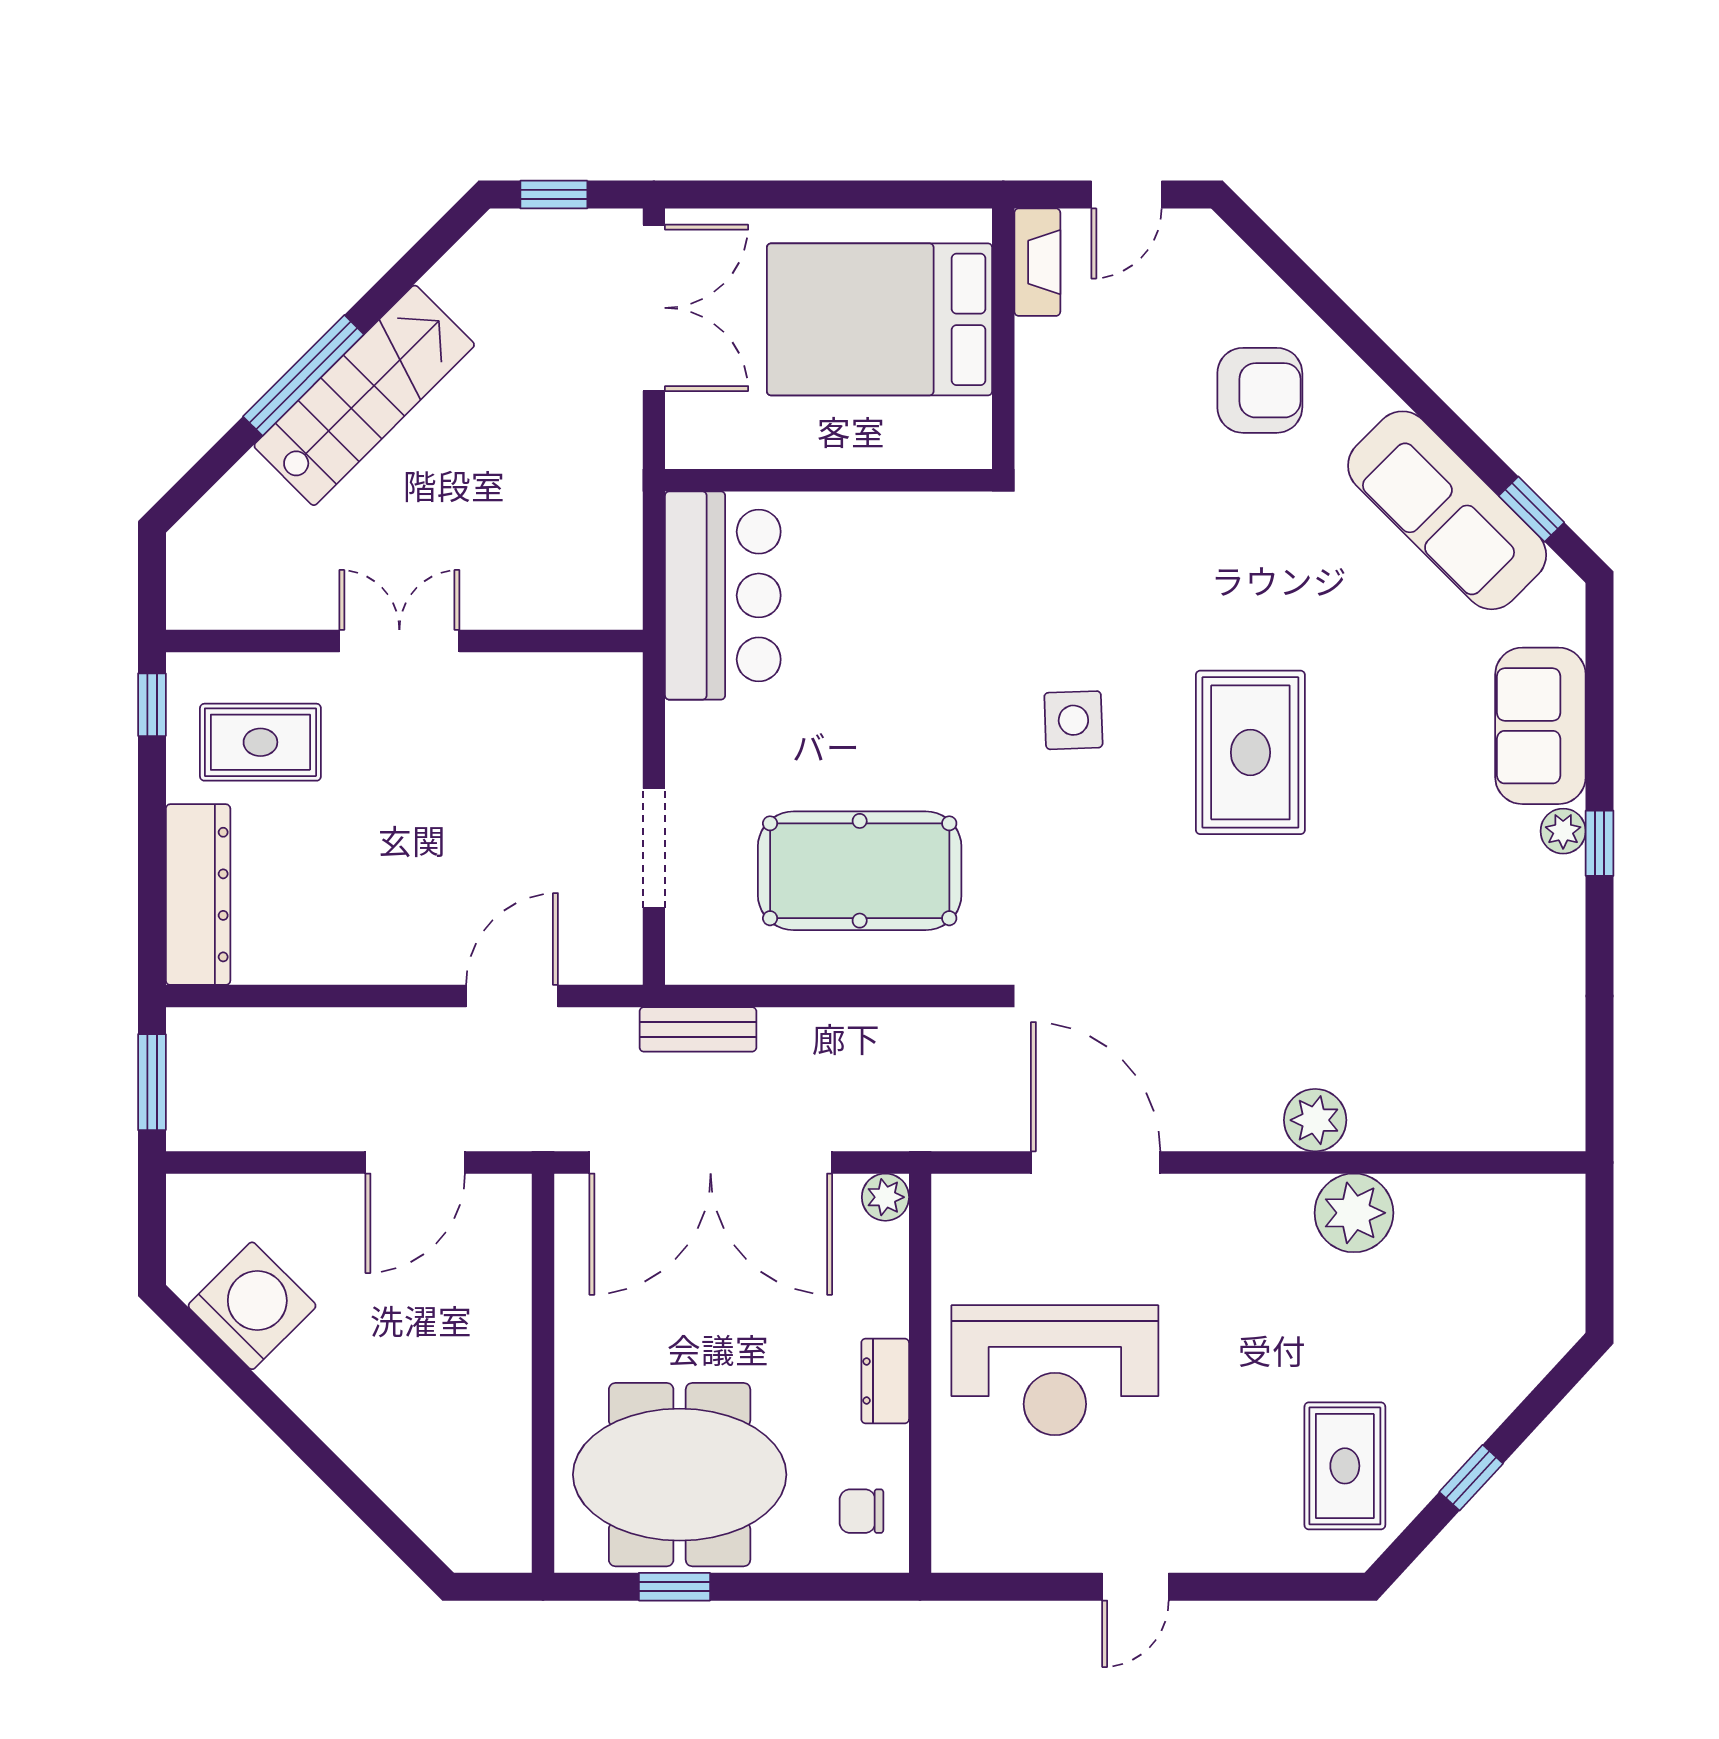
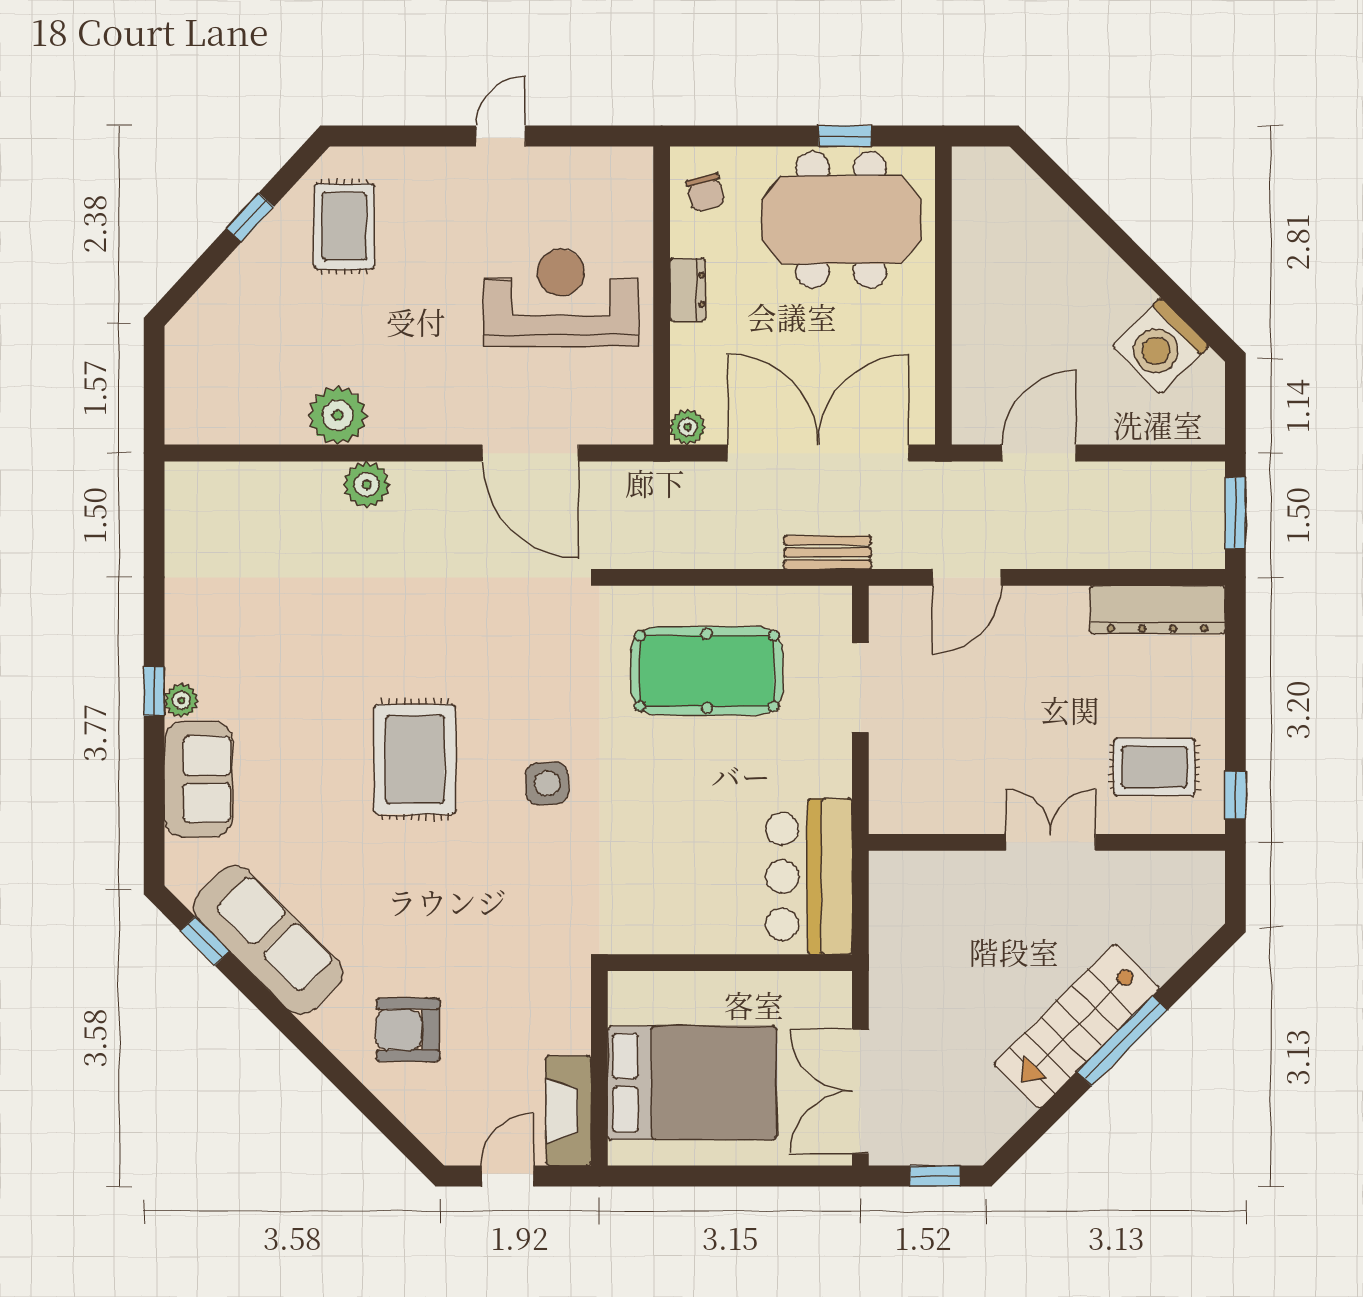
fireplace: (1037, 262) -> (569, 1111), width x1.37, depth x1.32
double door: (399, 641) -> (1051, 842), swing flipped
dresser: (198, 895) -> (1158, 610), moved, turned -90
chair: (861, 1511) -> (705, 193), turned 76

